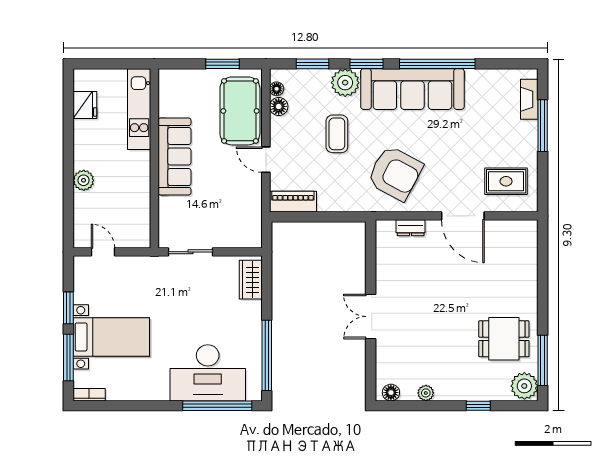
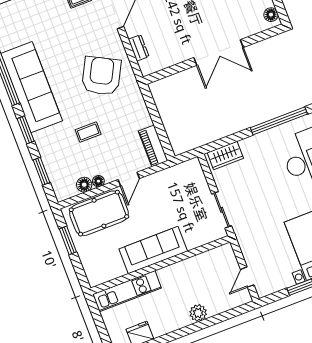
plant: (345, 83) -> (46, 141), removed
floor lamp: (277, 89) -> (98, 181), moved
coffee table: (337, 134) -> (88, 132), width x0.73, depth x0.77
double door: (371, 317) -> (218, 53), width x1.37

